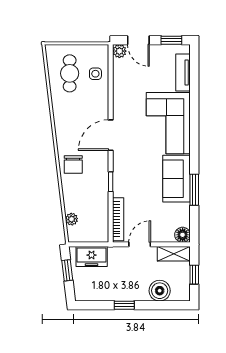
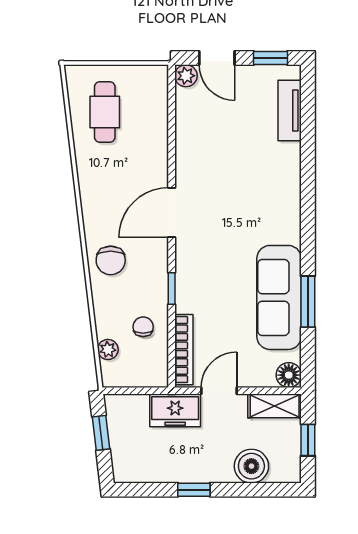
side table: (95, 74) -> (147, 113), removed
corner sofa: (168, 123) -> (265, 193), removed
sofa: (177, 179) -> (279, 297), width x1.36
chair: (93, 205) -> (143, 327), added
freezer: (92, 256) -> (175, 410), moved

